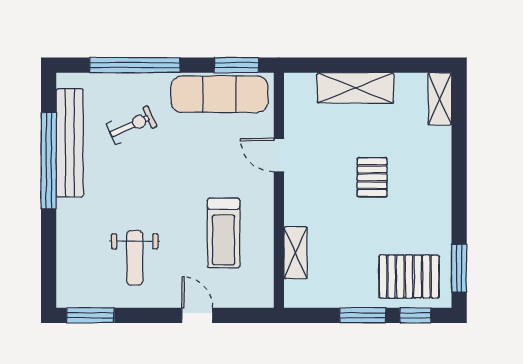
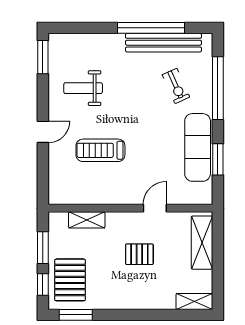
door: (279, 155) -> (155, 208), moved
wall: (279, 190) -> (130, 208), moved
shelving: (296, 253) -> (87, 220), moved

